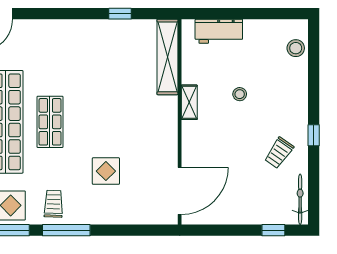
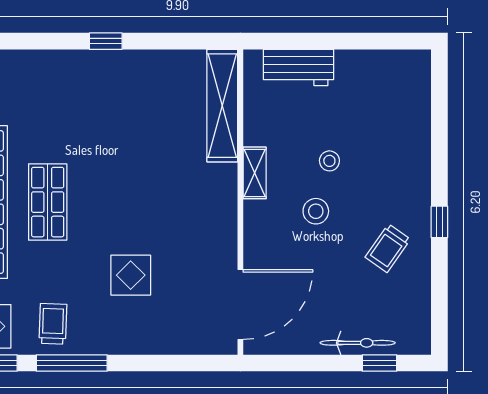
window: (120, 14) -> (106, 41), moved
stool: (296, 48) -> (316, 211), moved
bicycle: (300, 199) -> (358, 343), moved, turned 90

